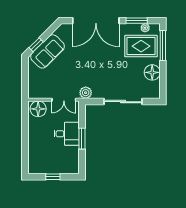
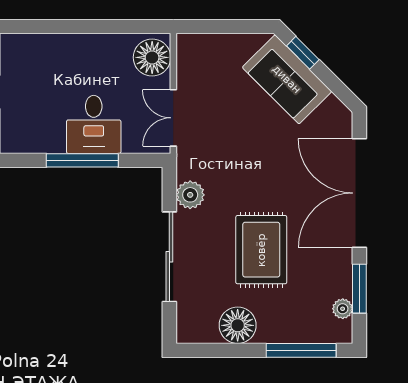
rug: (141, 46) -> (261, 250), moved
plant: (86, 93) -> (190, 195), moved
window: (82, 139) -> (82, 160), width x1.44

